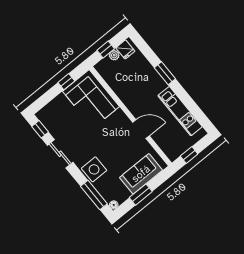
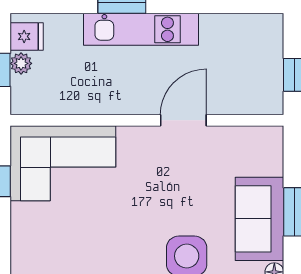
kitchen unit: (180, 111) -> (141, 29), moved
sofa: (141, 174) -> (259, 219), moved

